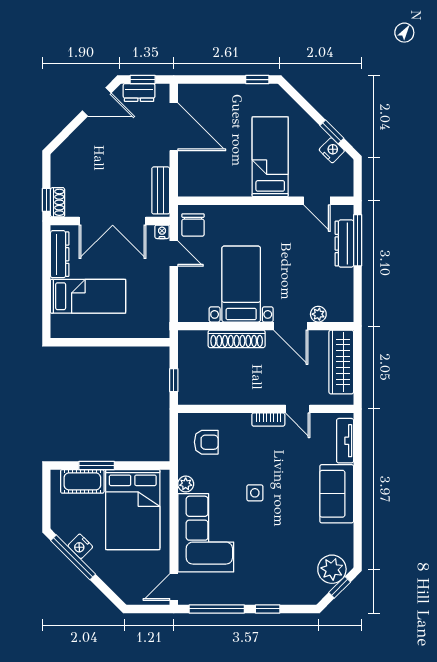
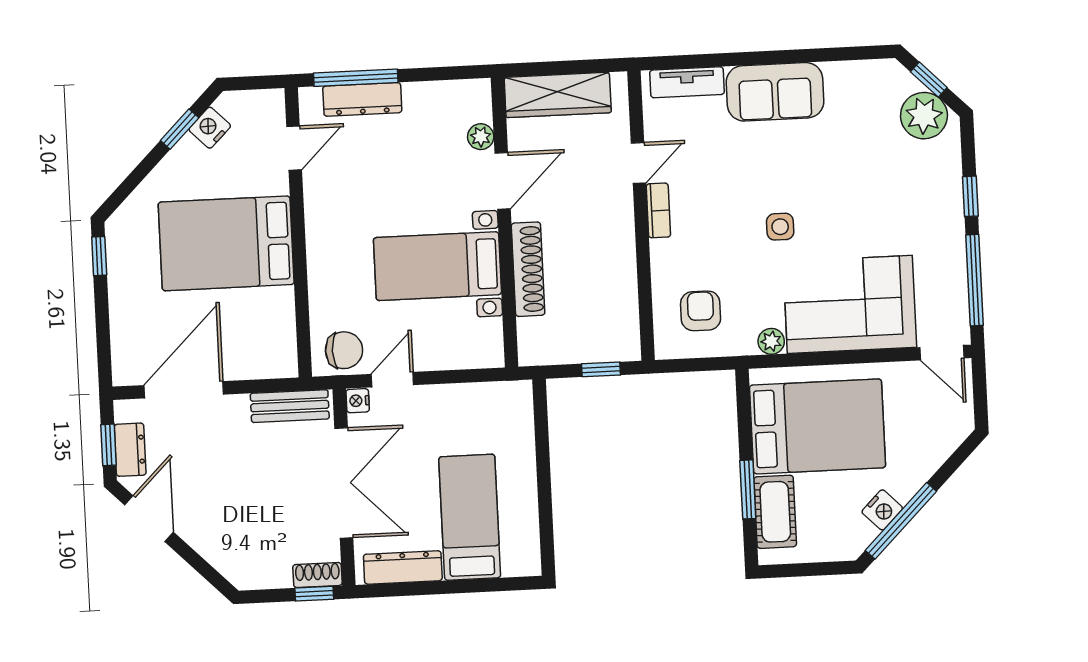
bed: (270, 157) -> (226, 243), width x1.50
plant: (332, 569) -> (924, 116), moved

